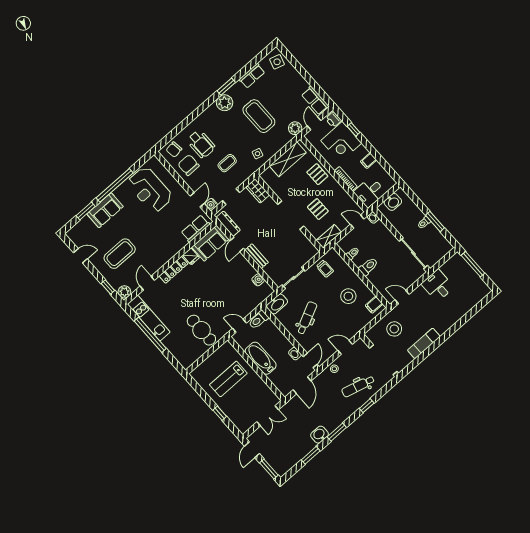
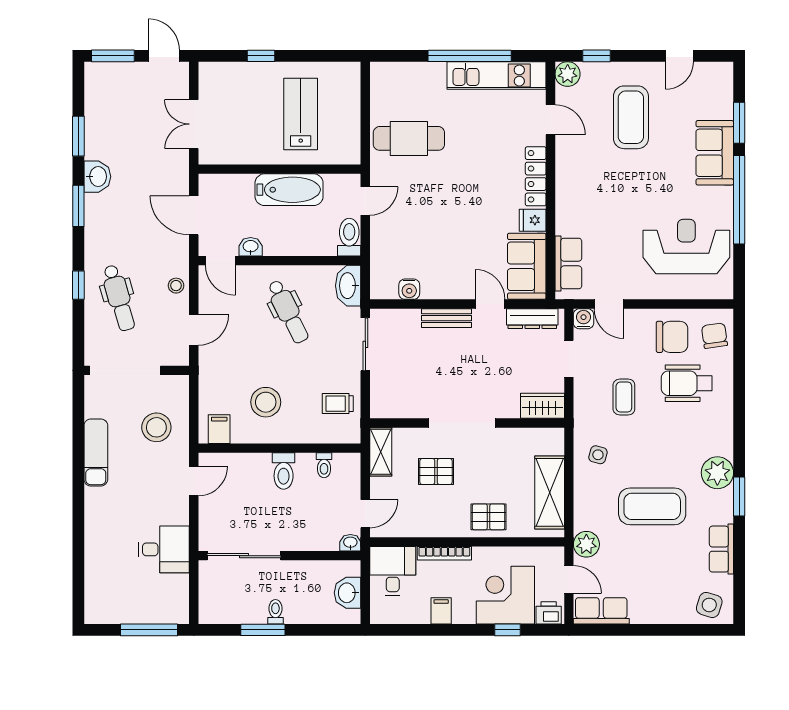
dental chair: (358, 386) -> (119, 298), turned 149

